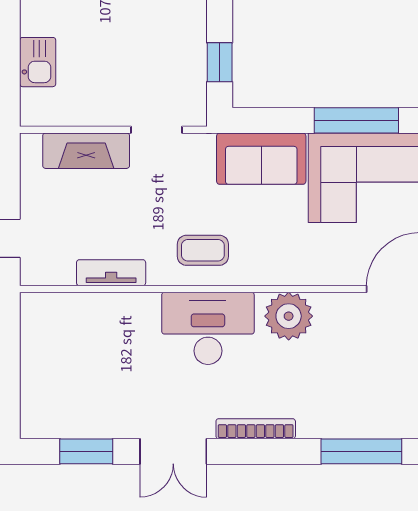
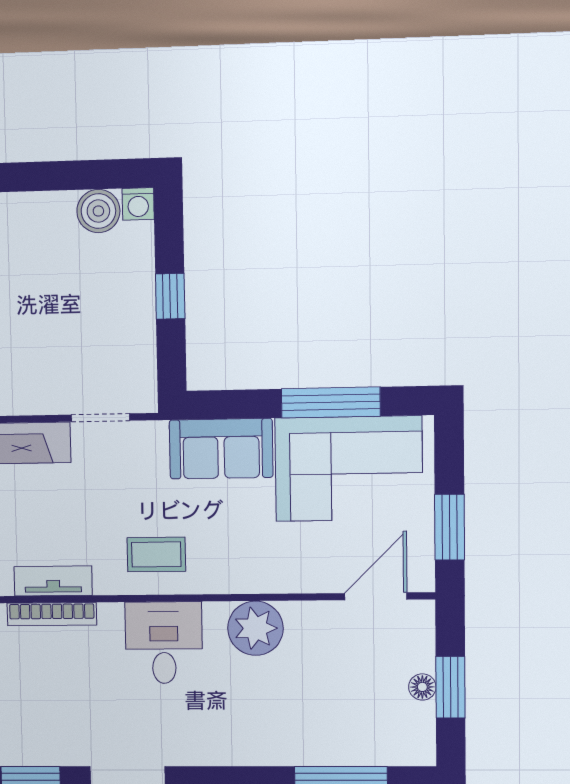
window: (220, 62) -> (170, 296), moved
desk: (208, 328) -> (164, 643), width x0.73
bookcase: (256, 429) -> (52, 614), moved, turned 180

